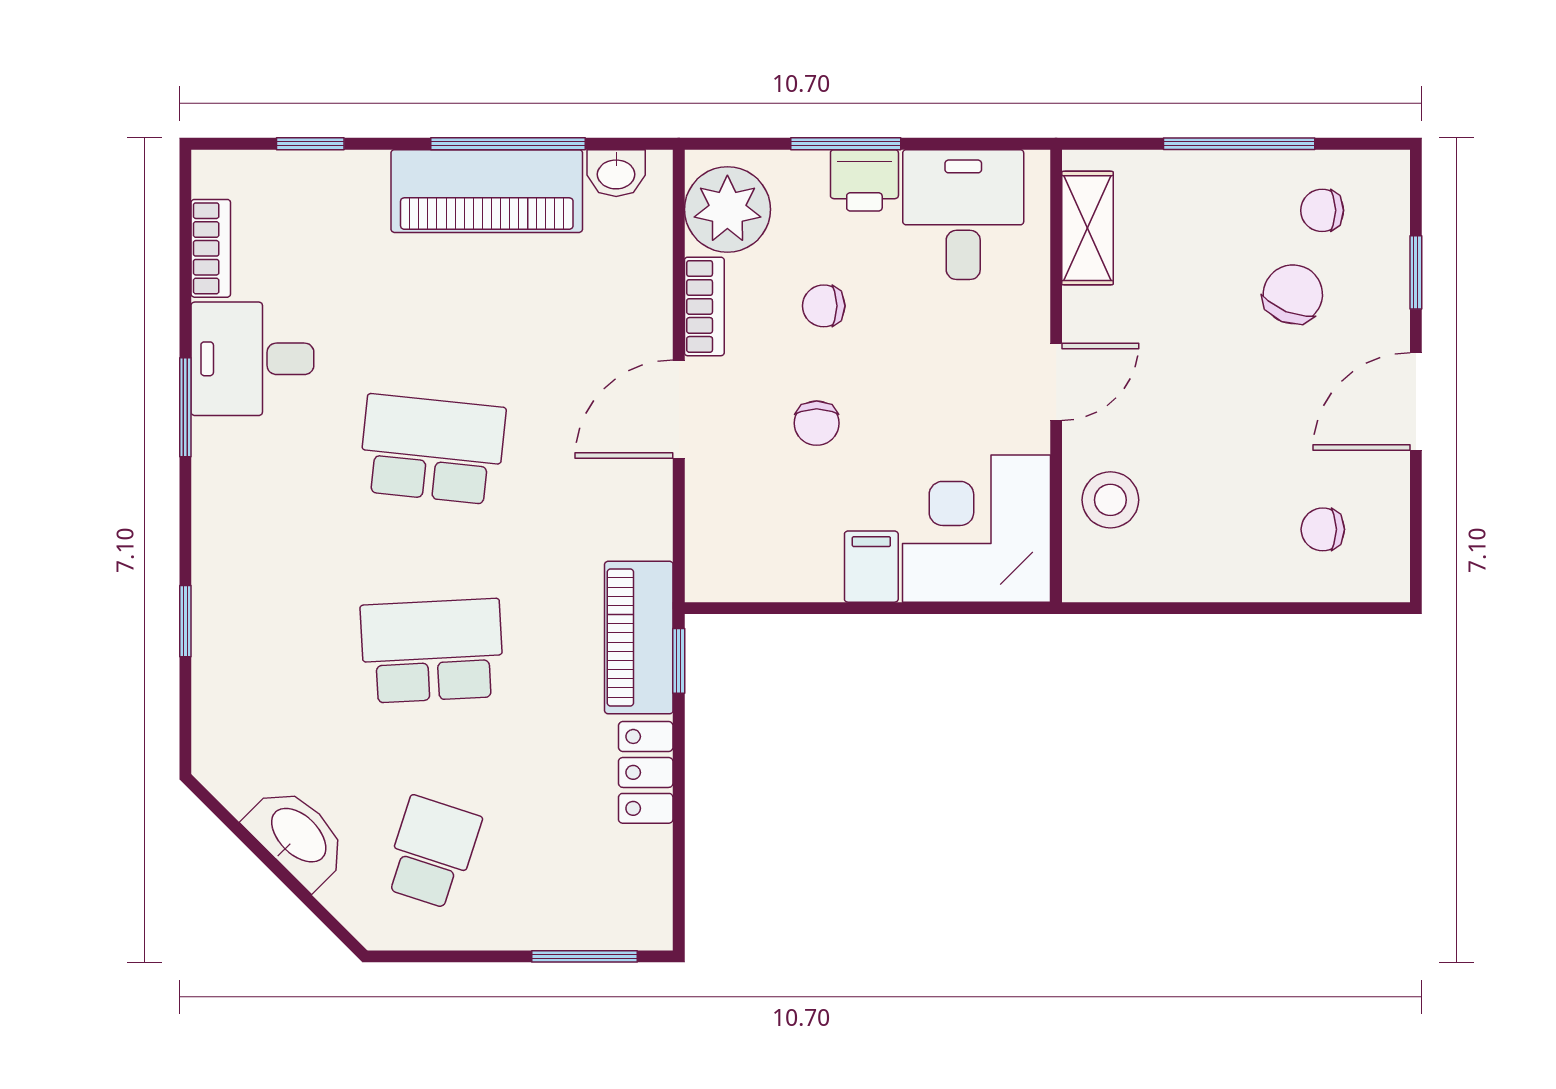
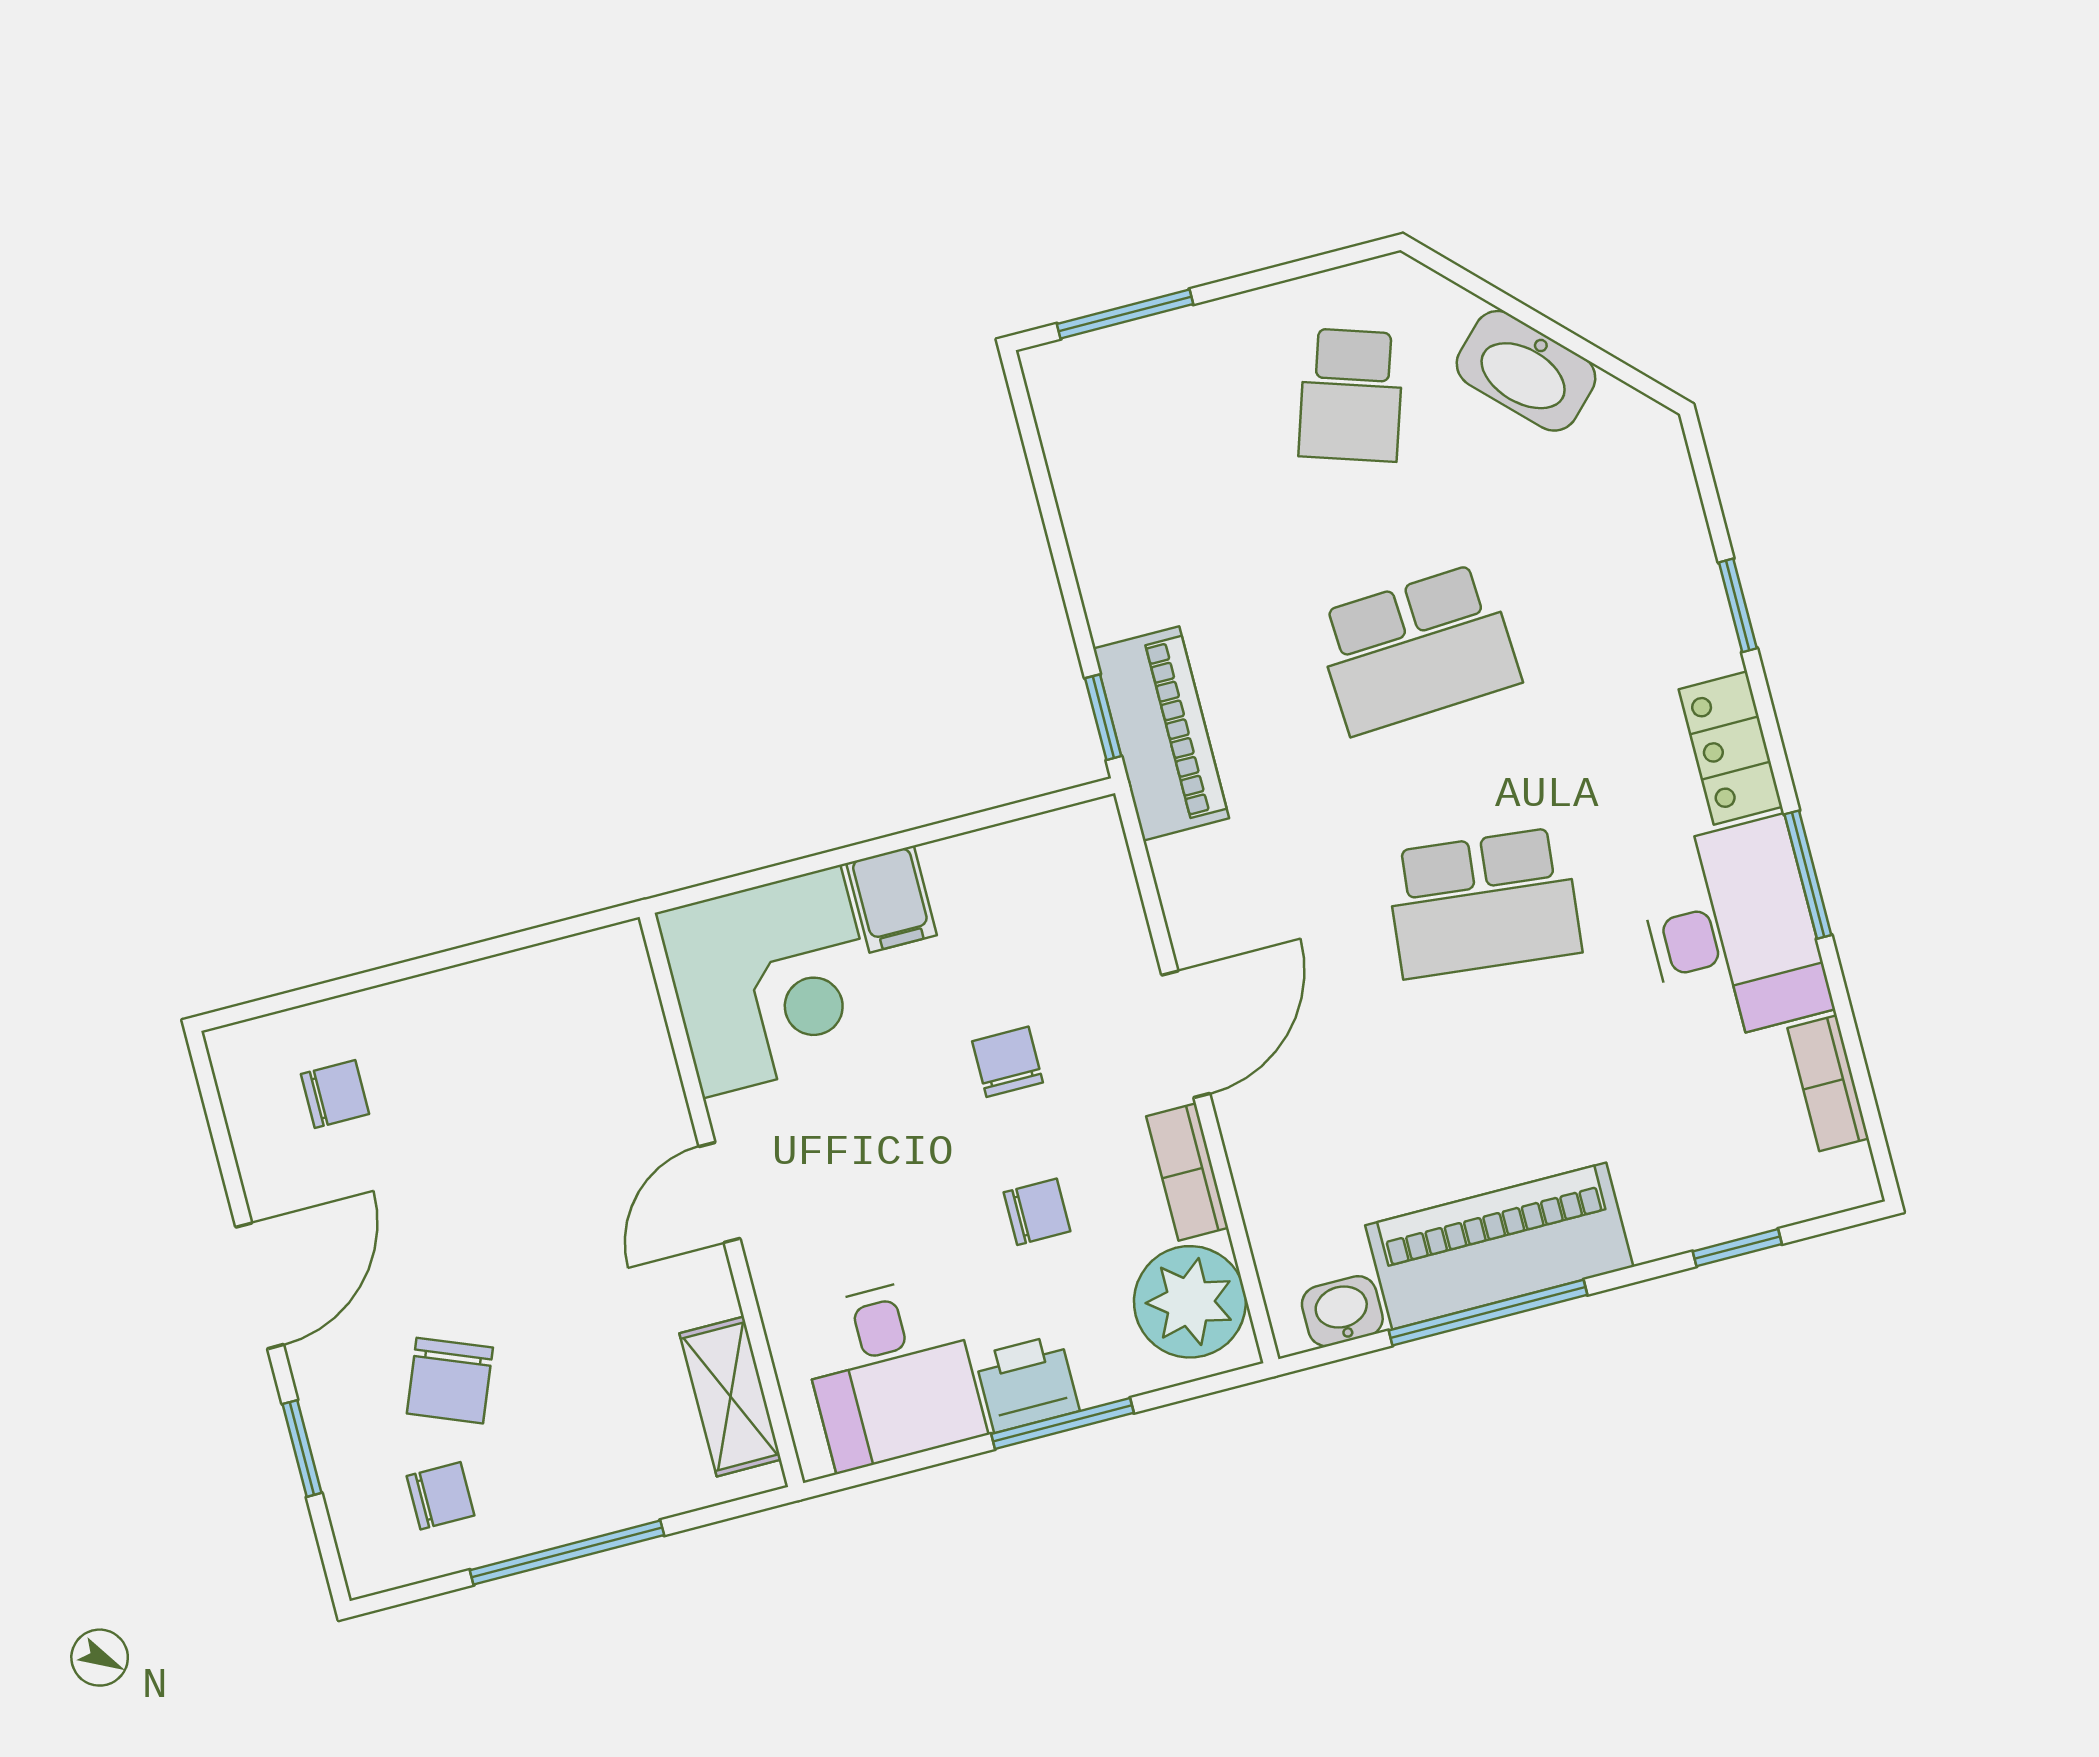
desk: (252, 359) -> (1732, 931), width x1.37
stool: (1110, 500) -> (612, 1062), removed
locker: (646, 772) -> (1731, 748), moved, turned 180

